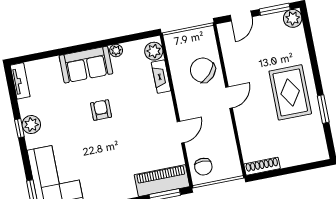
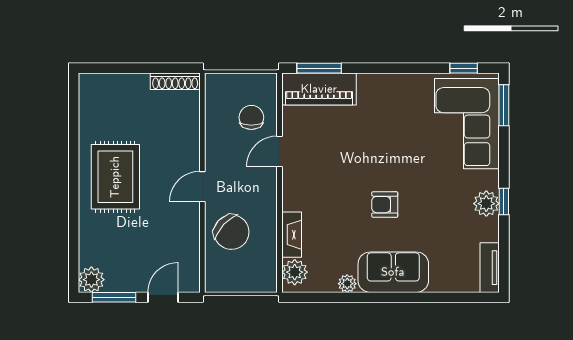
window: (323, 109) -> (74, 144), removed
armchair: (101, 110) -> (385, 205), turned 90
chair: (203, 167) -> (251, 117), moved

